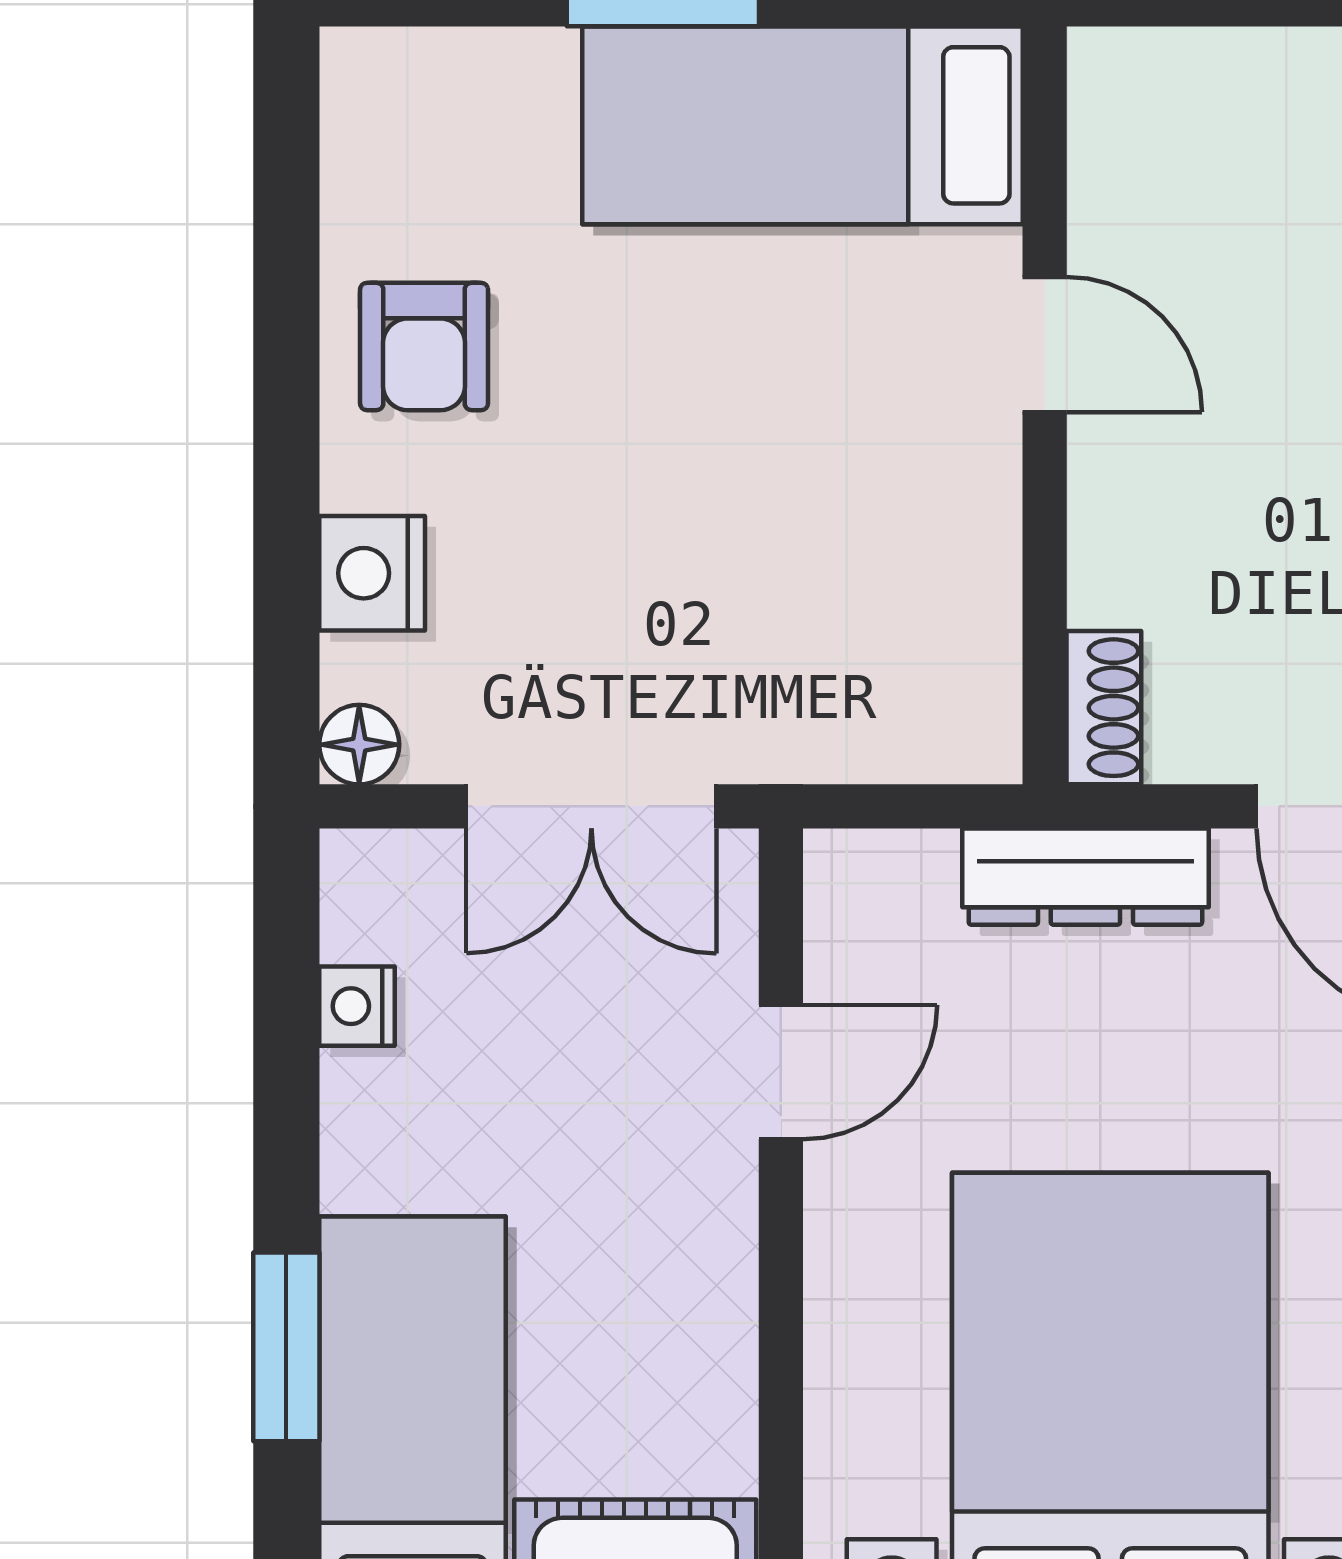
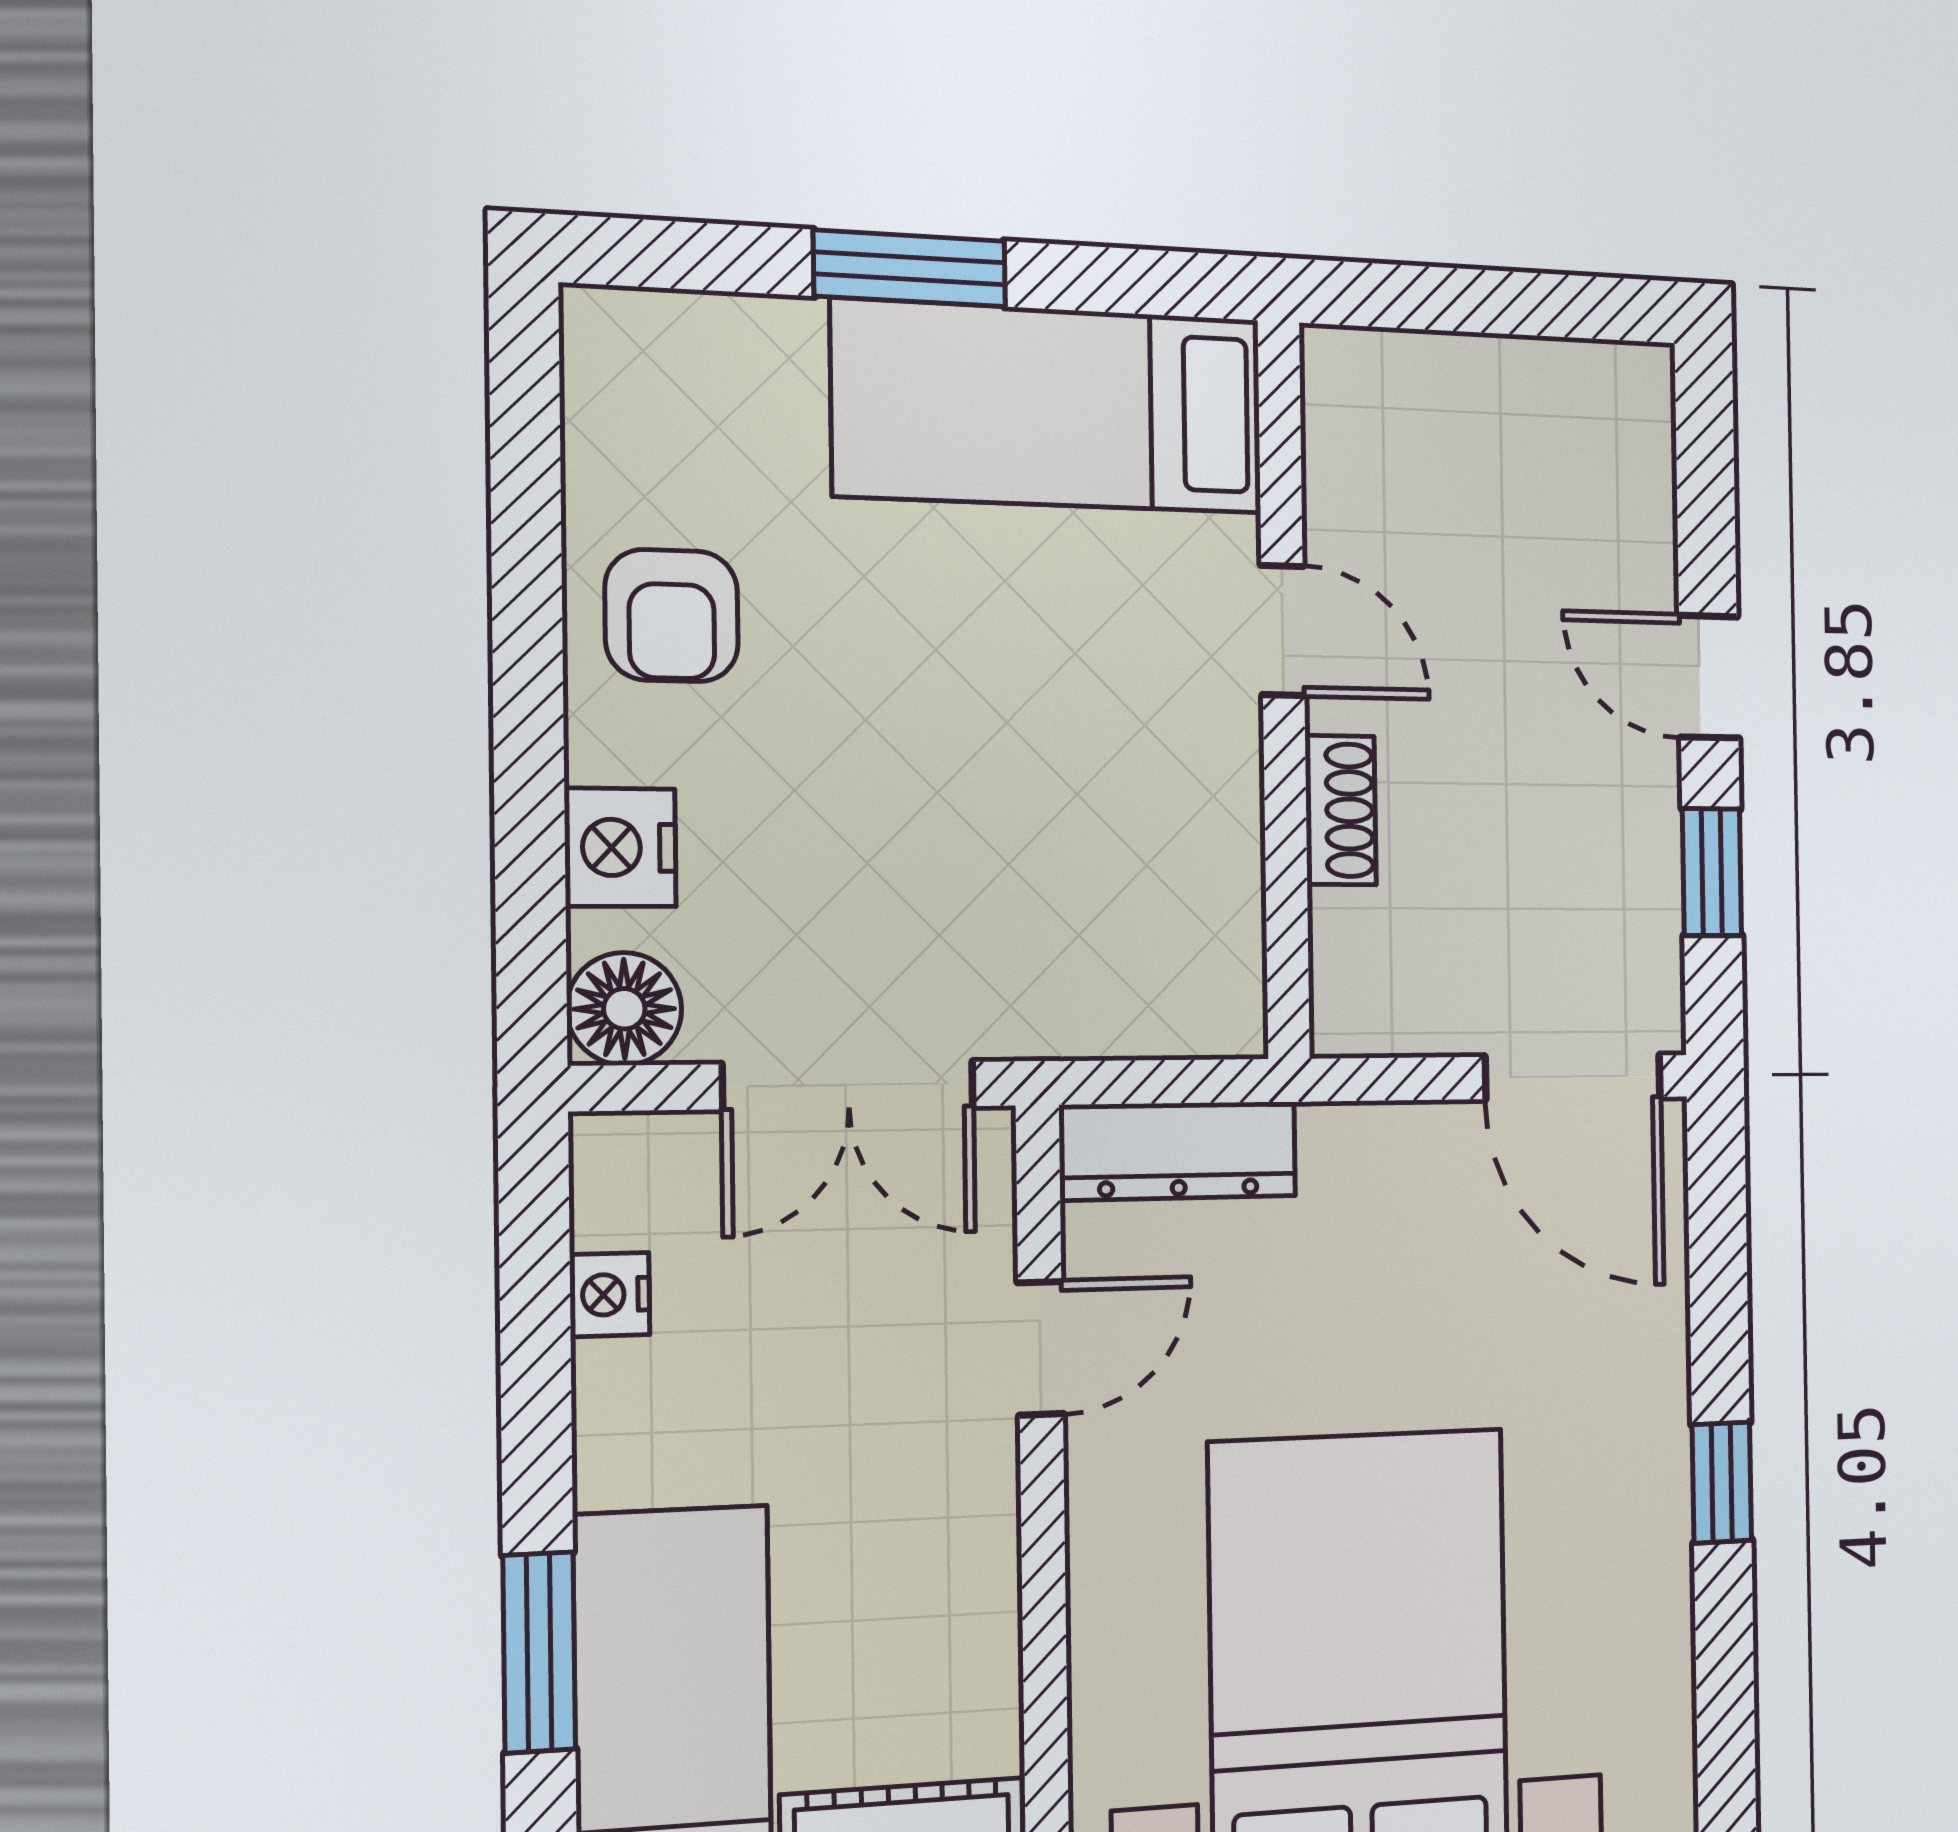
shoe rack: (1104, 708) -> (1341, 810), moved
floor lamp: (359, 745) -> (624, 1009), width x1.37, depth x1.37
dresser: (1085, 877) -> (1178, 1151), moved

